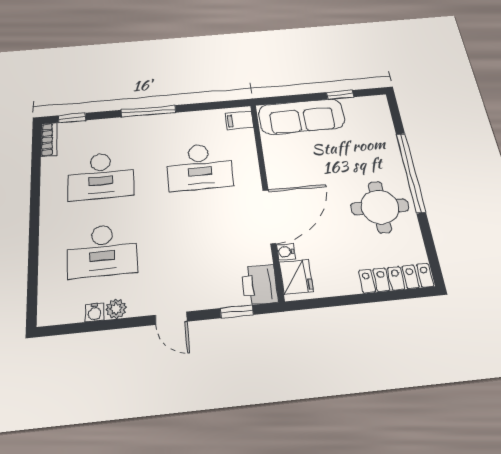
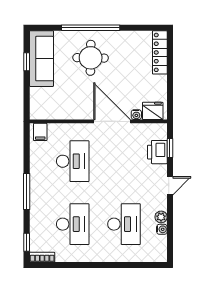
sofa: (302, 117) -> (41, 59), moved
round table: (380, 207) -> (91, 58), moved
printer: (260, 285) -> (157, 152), moved, turned 90

